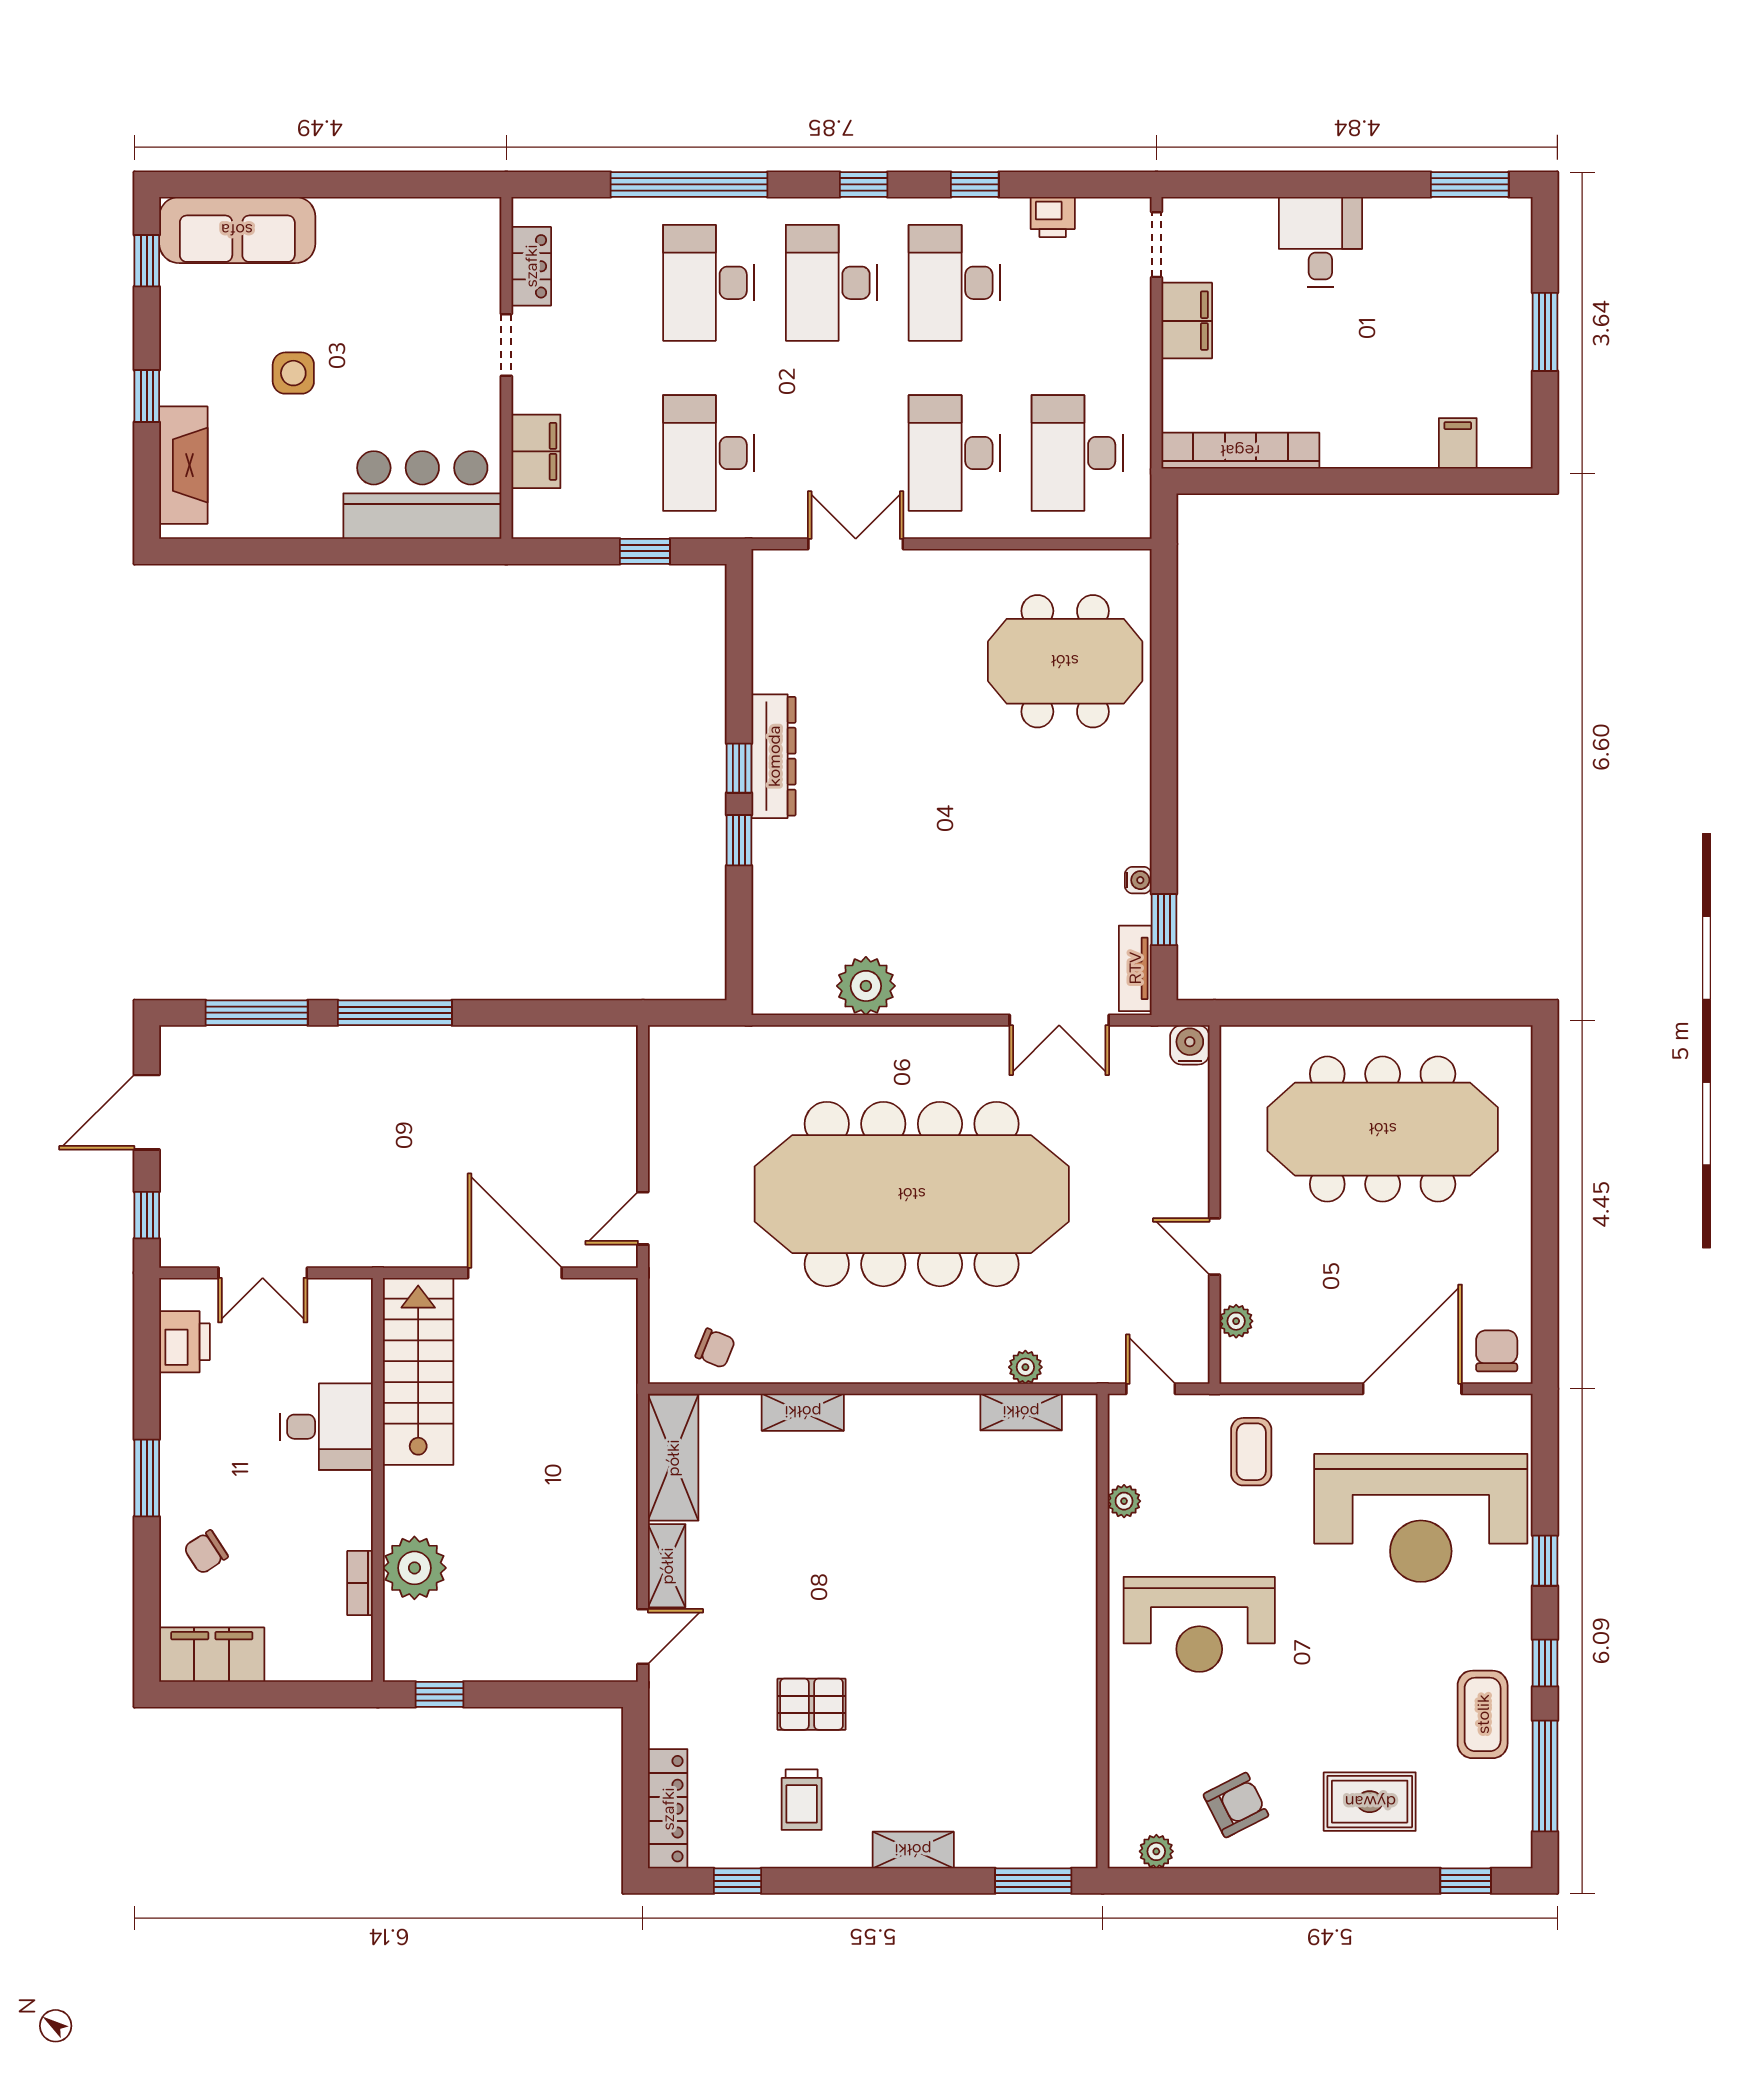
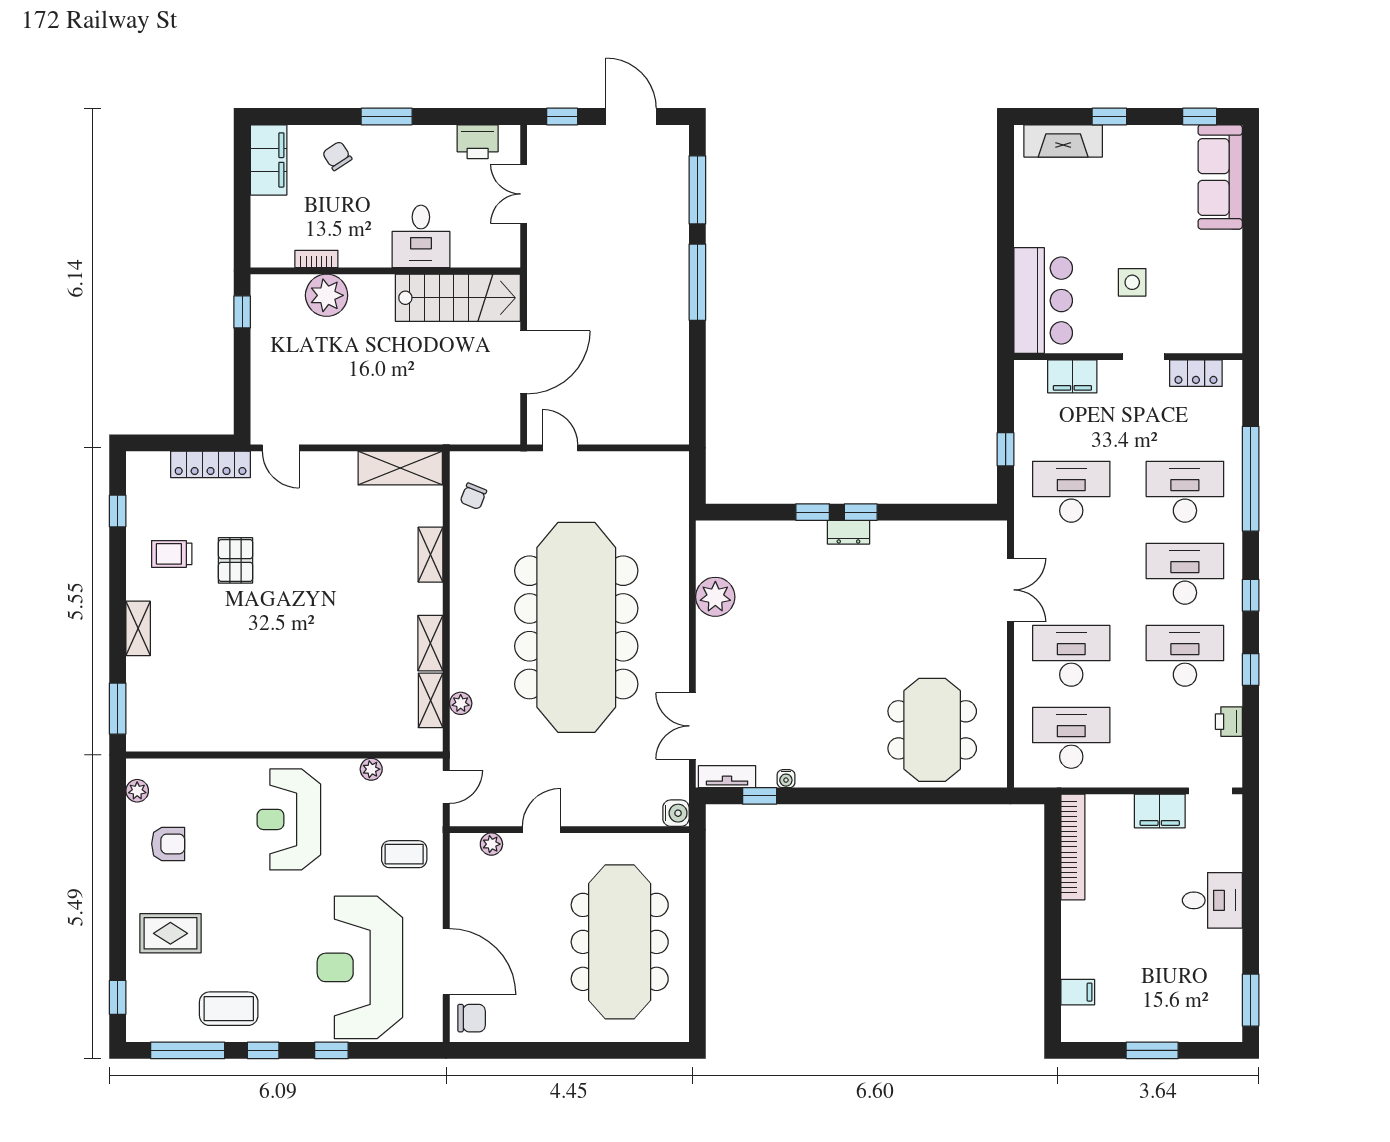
side table: (293, 373) -> (1132, 282), moved
dresser: (774, 756) -> (848, 532), width x0.51, depth x0.80
shelving: (667, 1566) -> (430, 643), moved, turned 90
rug: (1370, 1802) -> (170, 933), turned 90
armchair: (1236, 1805) -> (168, 844), turned -63
locker: (668, 1809) -> (211, 464), moved

